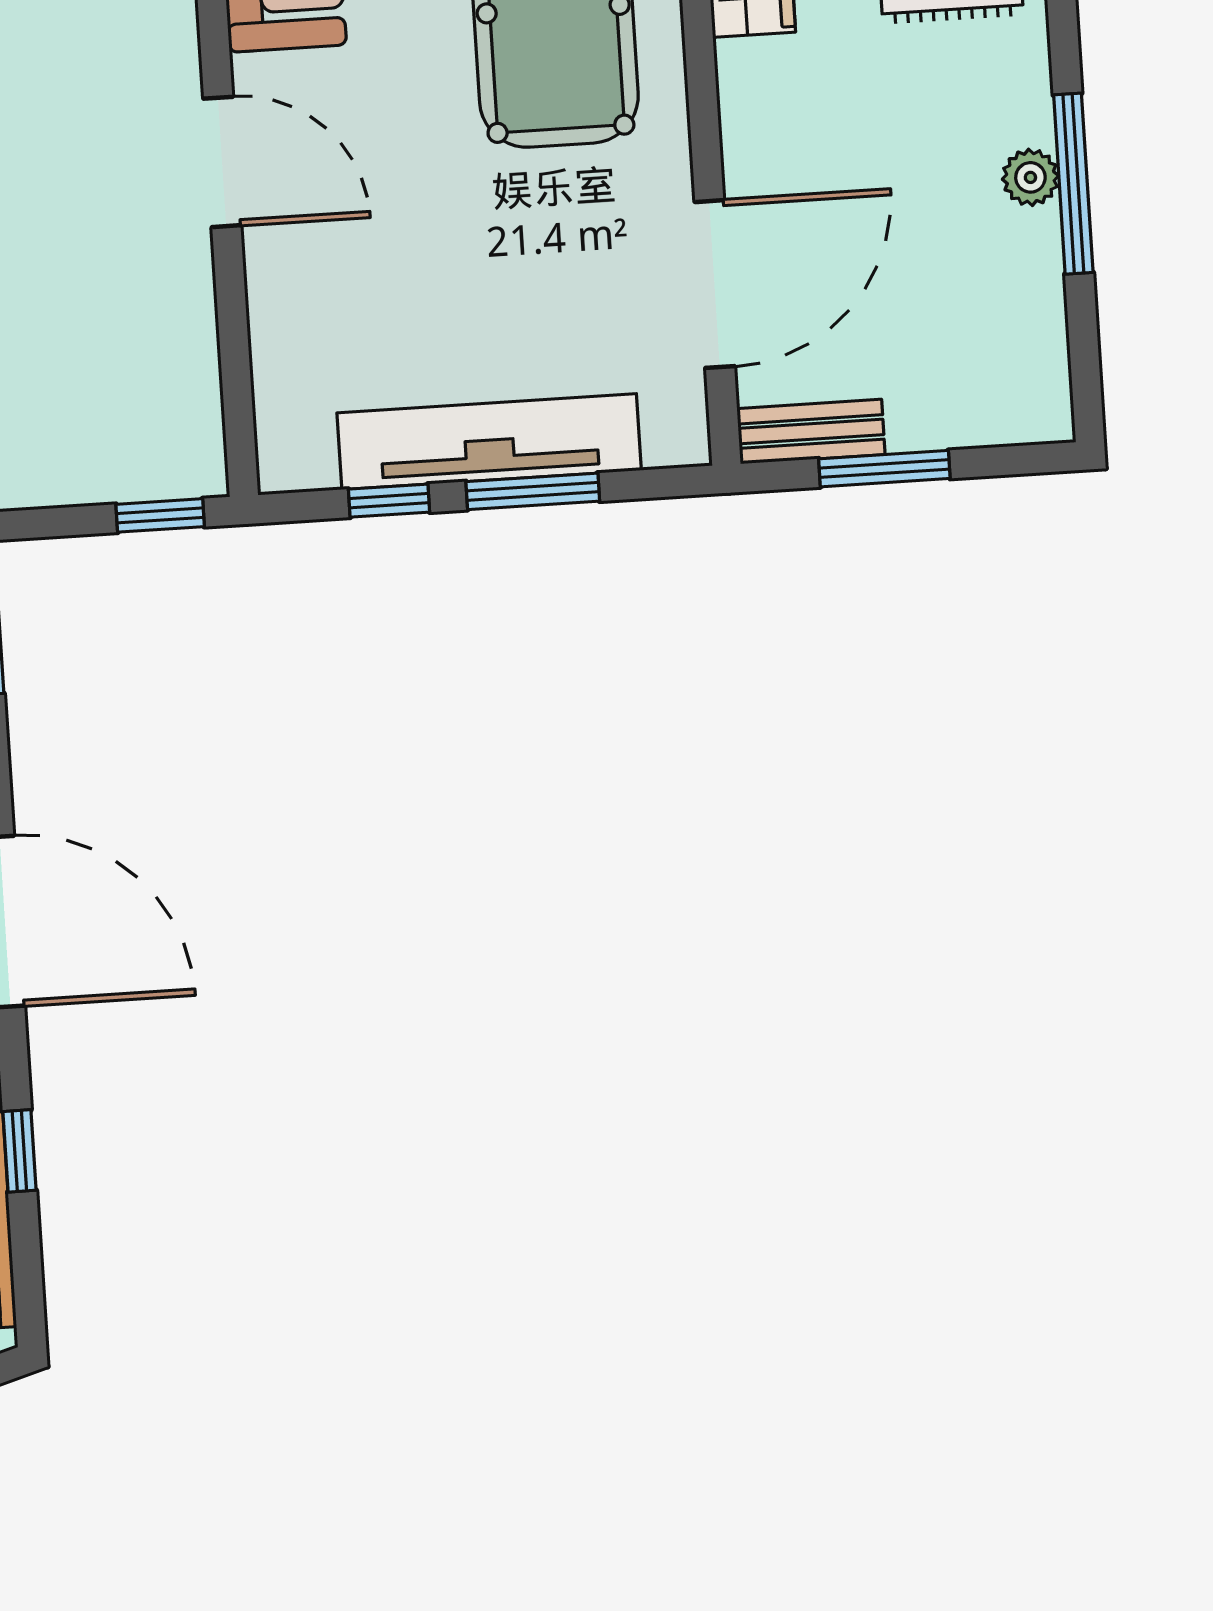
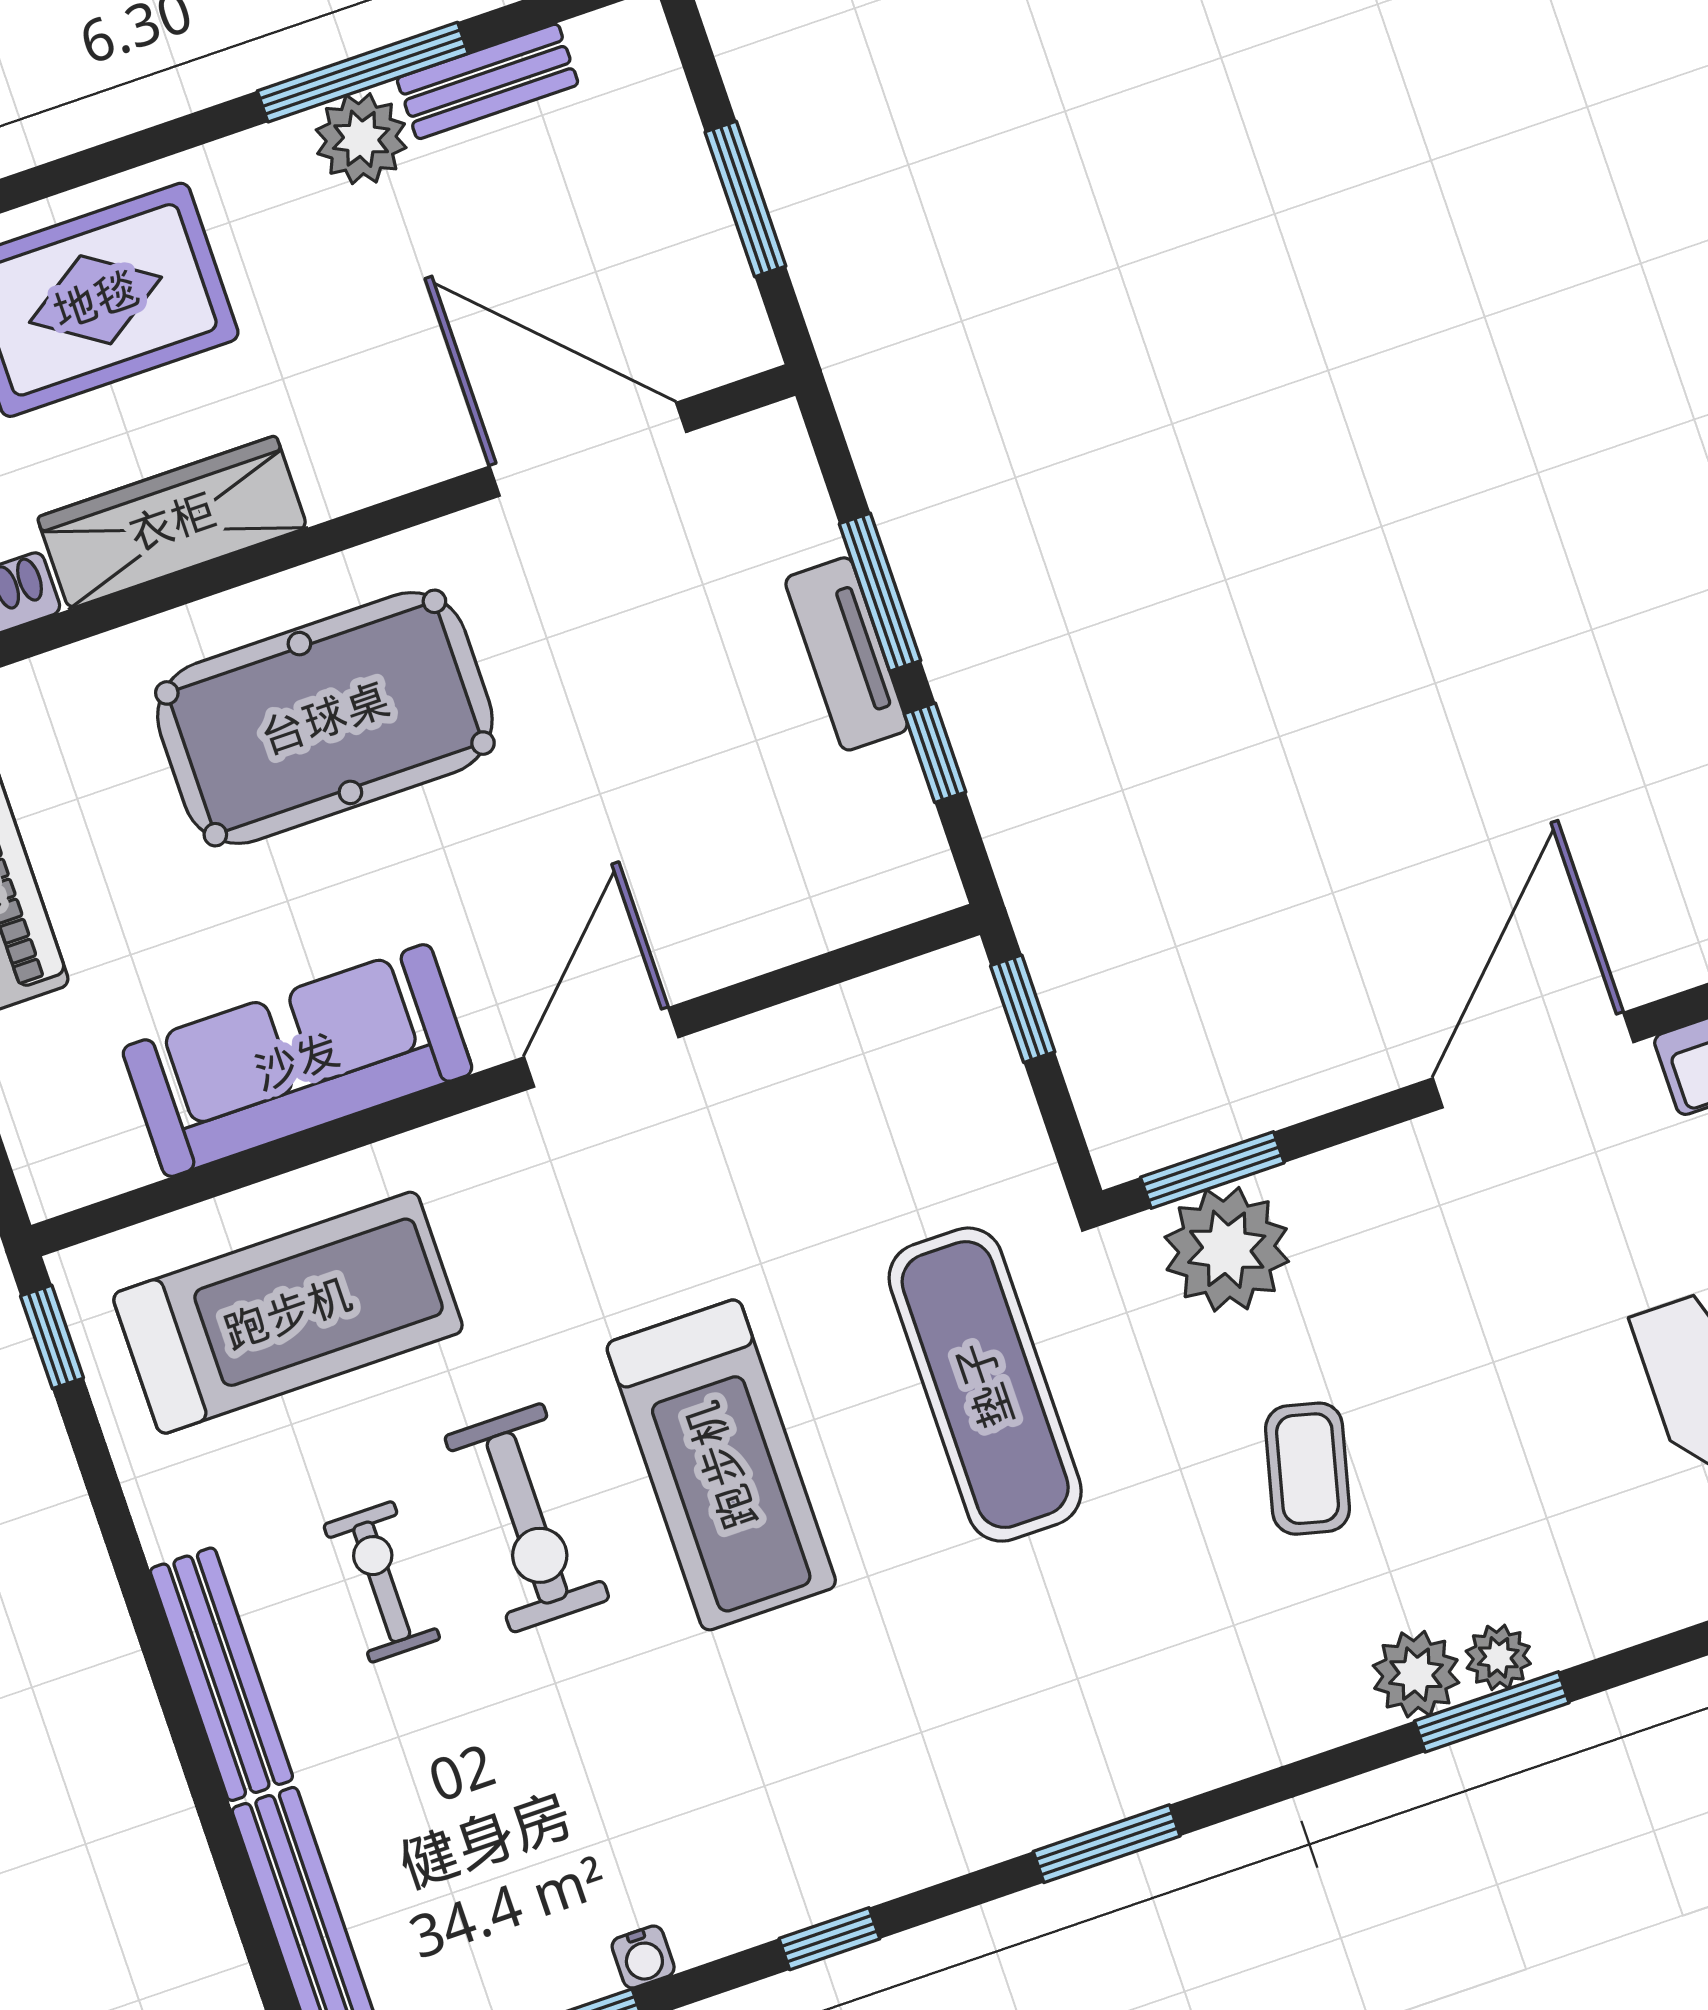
plant: (1030, 177) -> (361, 139), width x1.38, depth x1.38
bench: (811, 432) -> (487, 81), moved, turned 90
tv unit: (489, 442) -> (847, 654), width x0.52, depth x0.78

